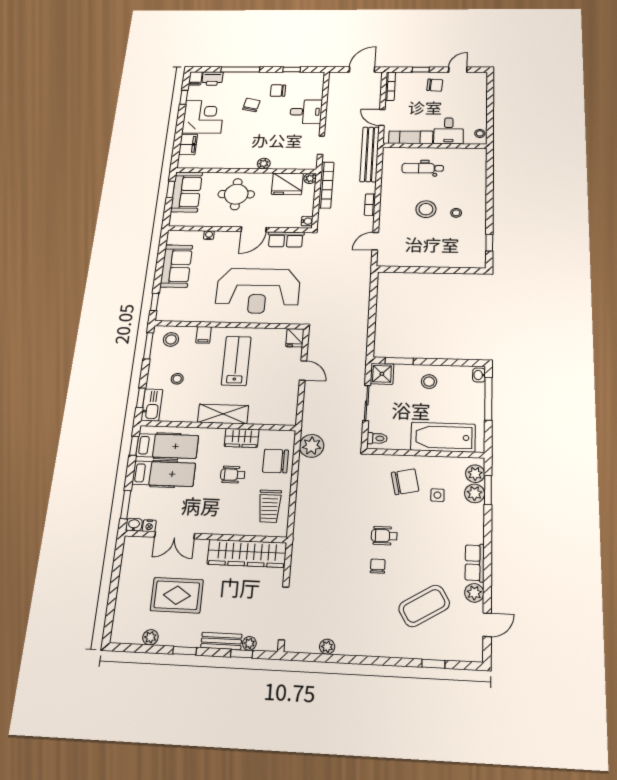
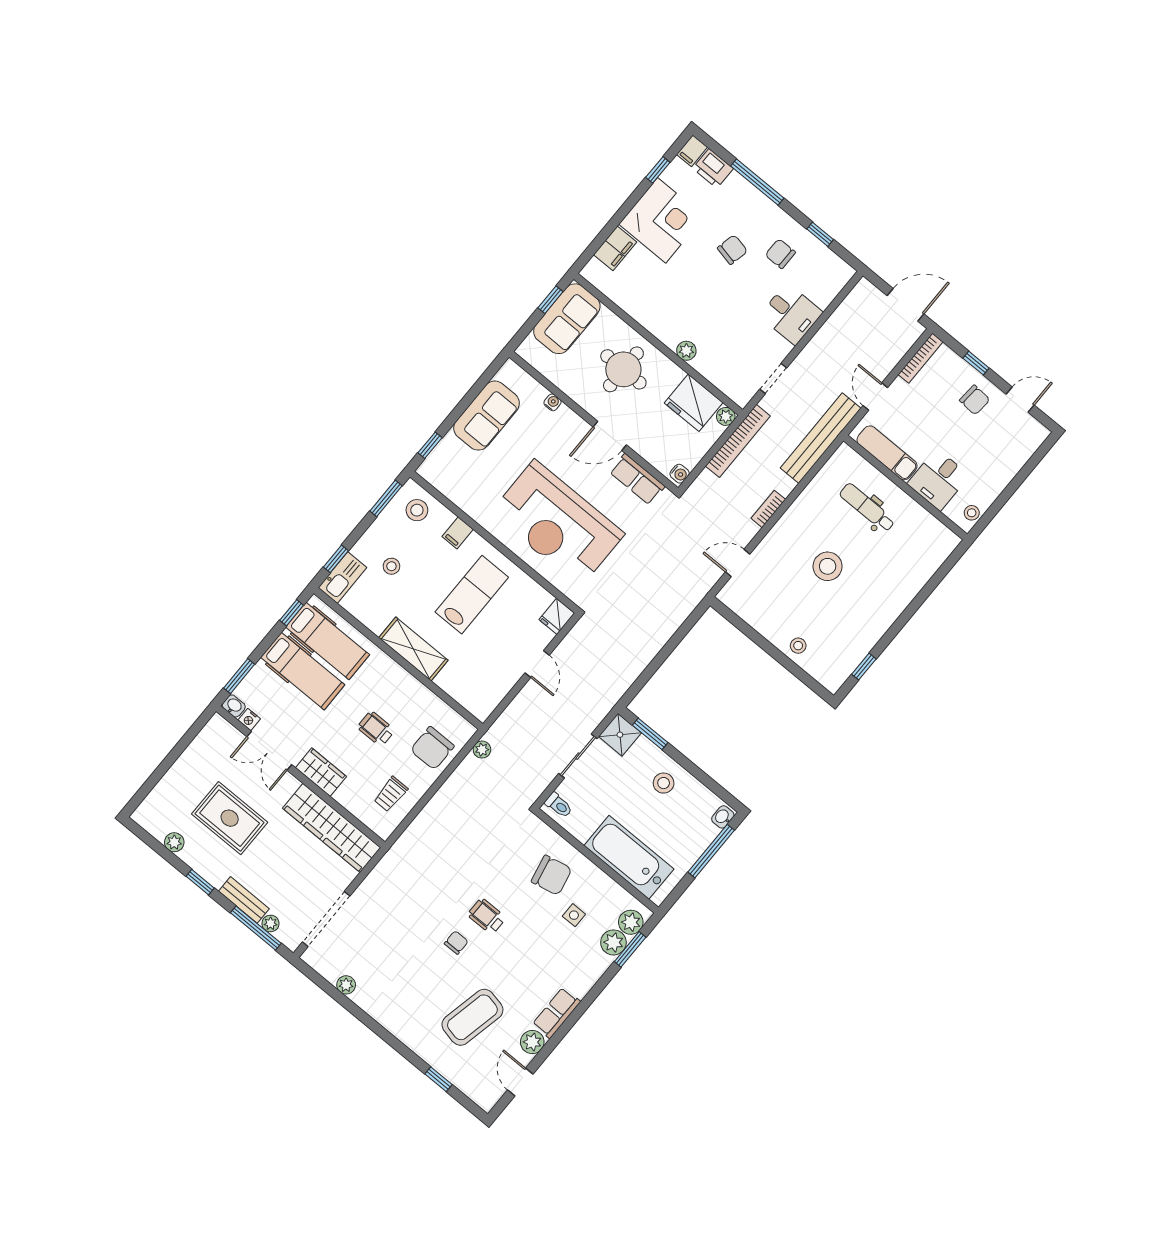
stool: (456, 213) -> (798, 646), moved
wardrobe: (242, 438) -> (321, 772), moved, turned 180
plant: (312, 446) -> (482, 750), width x0.53, depth x0.53
chair: (276, 461) -> (432, 748), turned -90
trolley: (270, 506) -> (391, 794), width x0.73, depth x0.72
coffee table: (424, 606) -> (472, 1017), turned -47
door: (487, 625) -> (520, 1082), swing flipped
window: (242, 654) -> (256, 928), width x2.17

